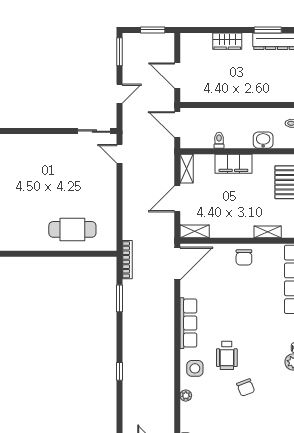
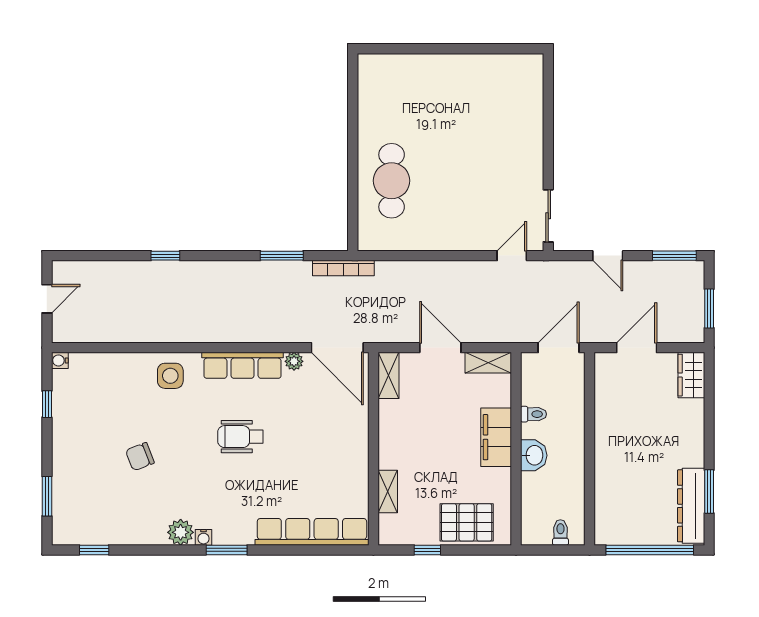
wardrobe: (227, 41) -> (691, 375), moved
washbasin: (263, 140) -> (534, 455), moved
chair: (244, 257) -> (347, 454), removed
wheelchair: (227, 355) -> (240, 437), moved
plant: (186, 396) -> (294, 361), moved

